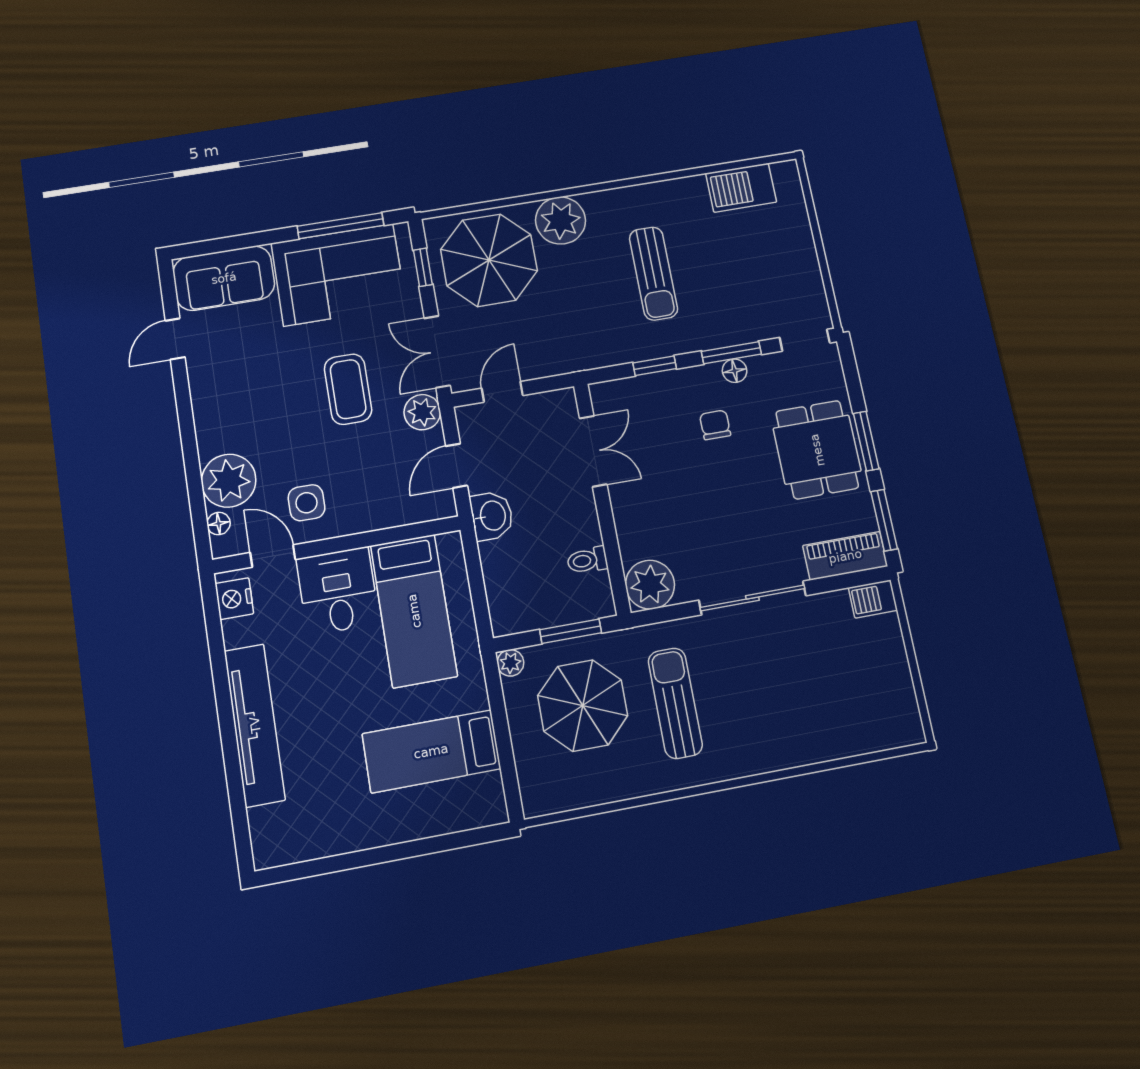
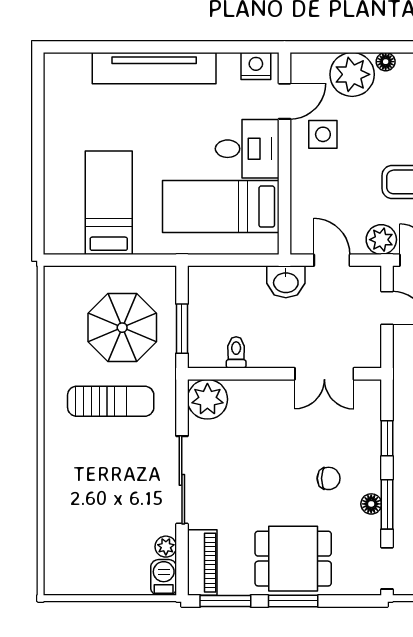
floor lamp: (219, 524) -> (386, 62), moved
plant: (510, 663) -> (166, 547), moved

